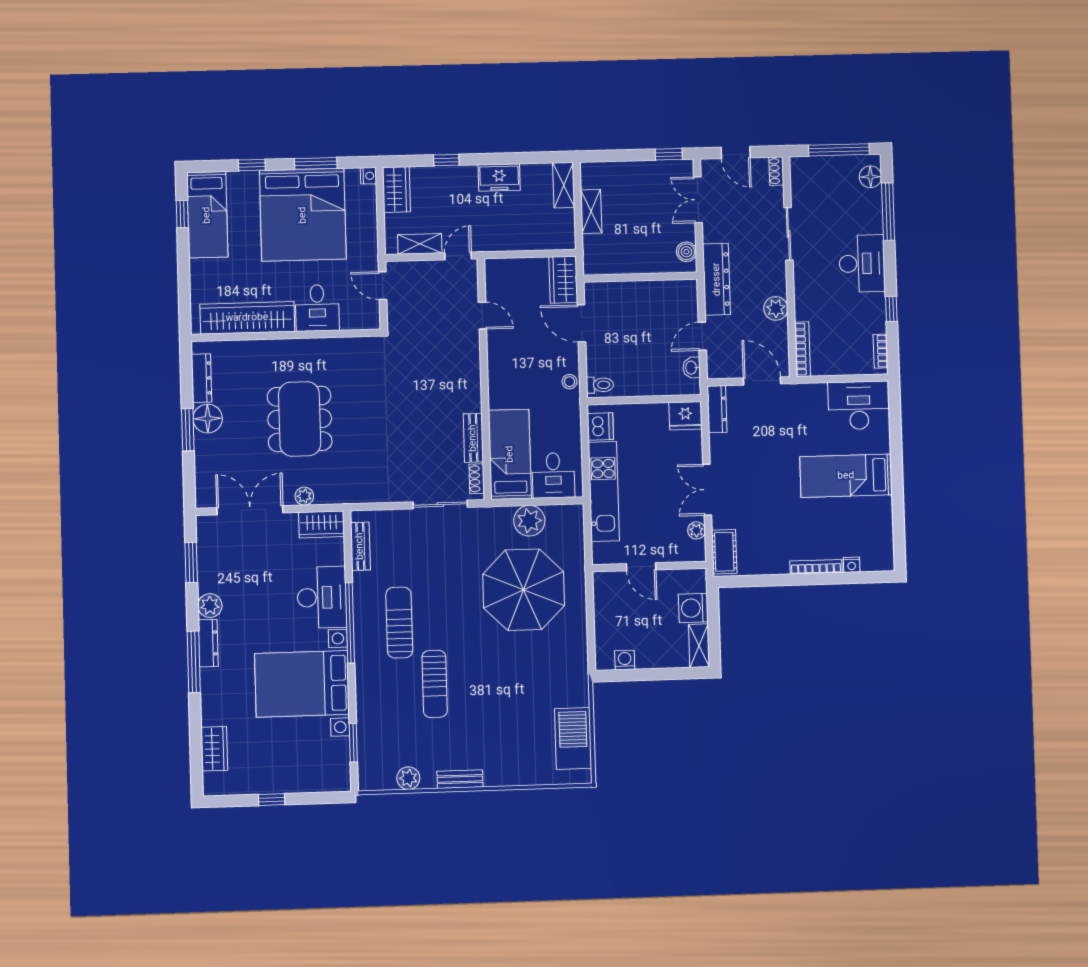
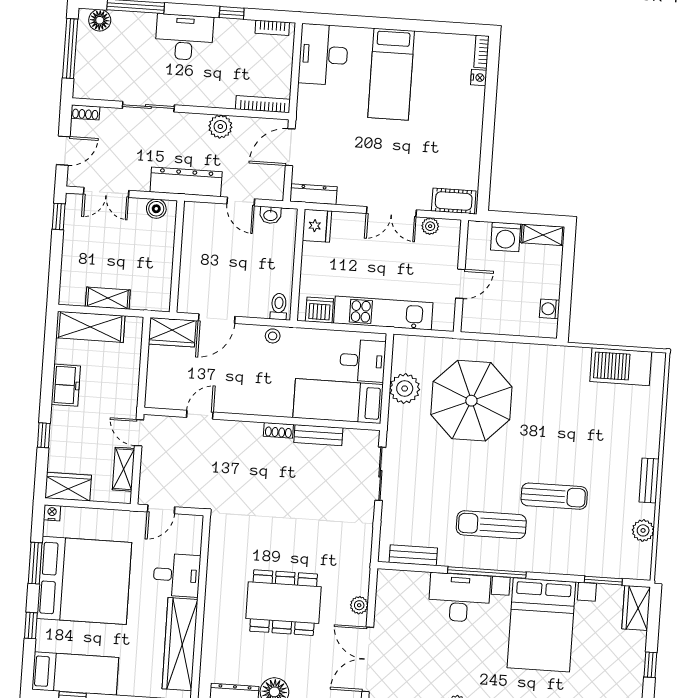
shelving: (564, 185) -> (90, 327), width x1.50, depth x1.33
shoe rack: (477, 479) -> (278, 430), moved
wardrobe: (322, 524) -> (636, 608), moved, turned 180
bookcase: (816, 567) -> (481, 52), moved, width x0.64

